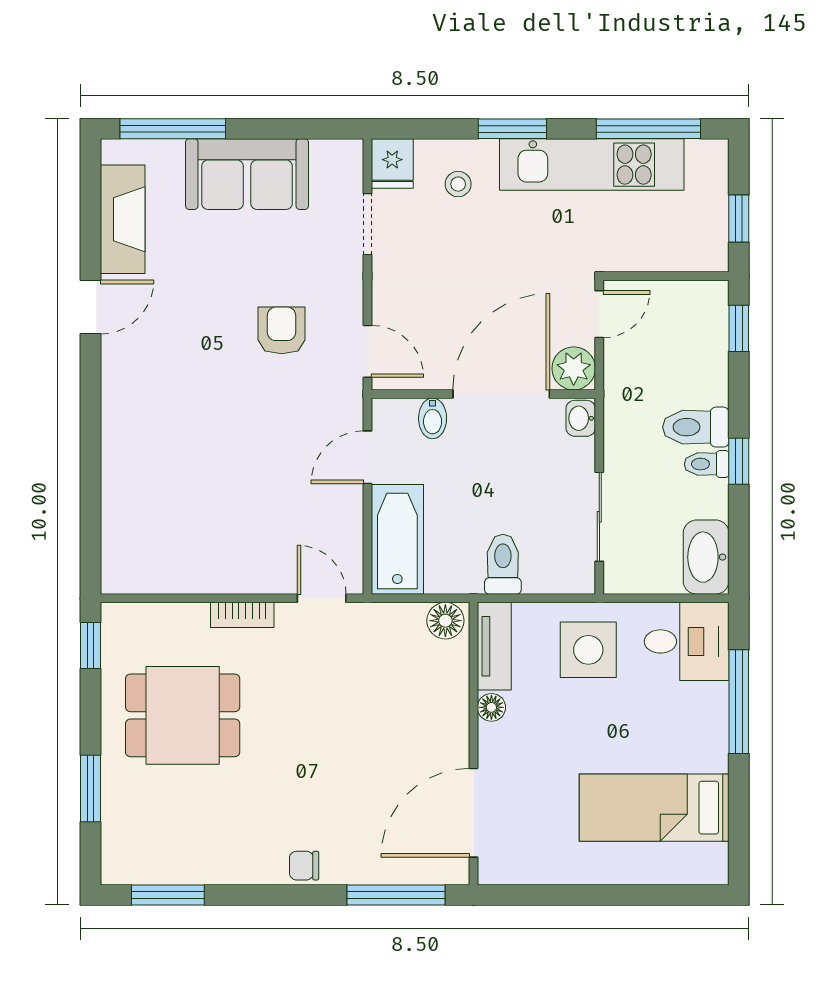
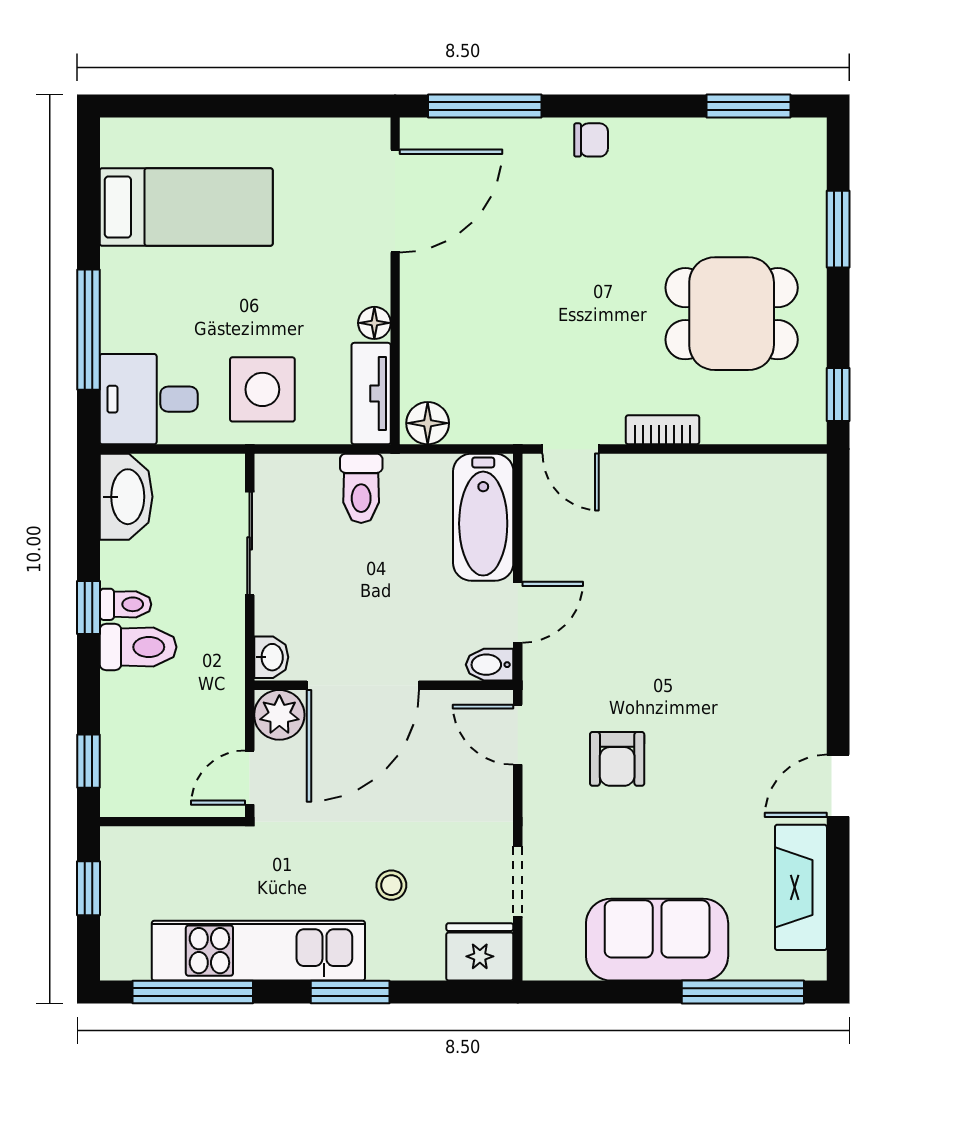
fridge: (392, 163) -> (480, 952), width x1.38
stool: (458, 184) -> (391, 885), moved
bidet: (433, 418) -> (490, 665), moved, turned -90

